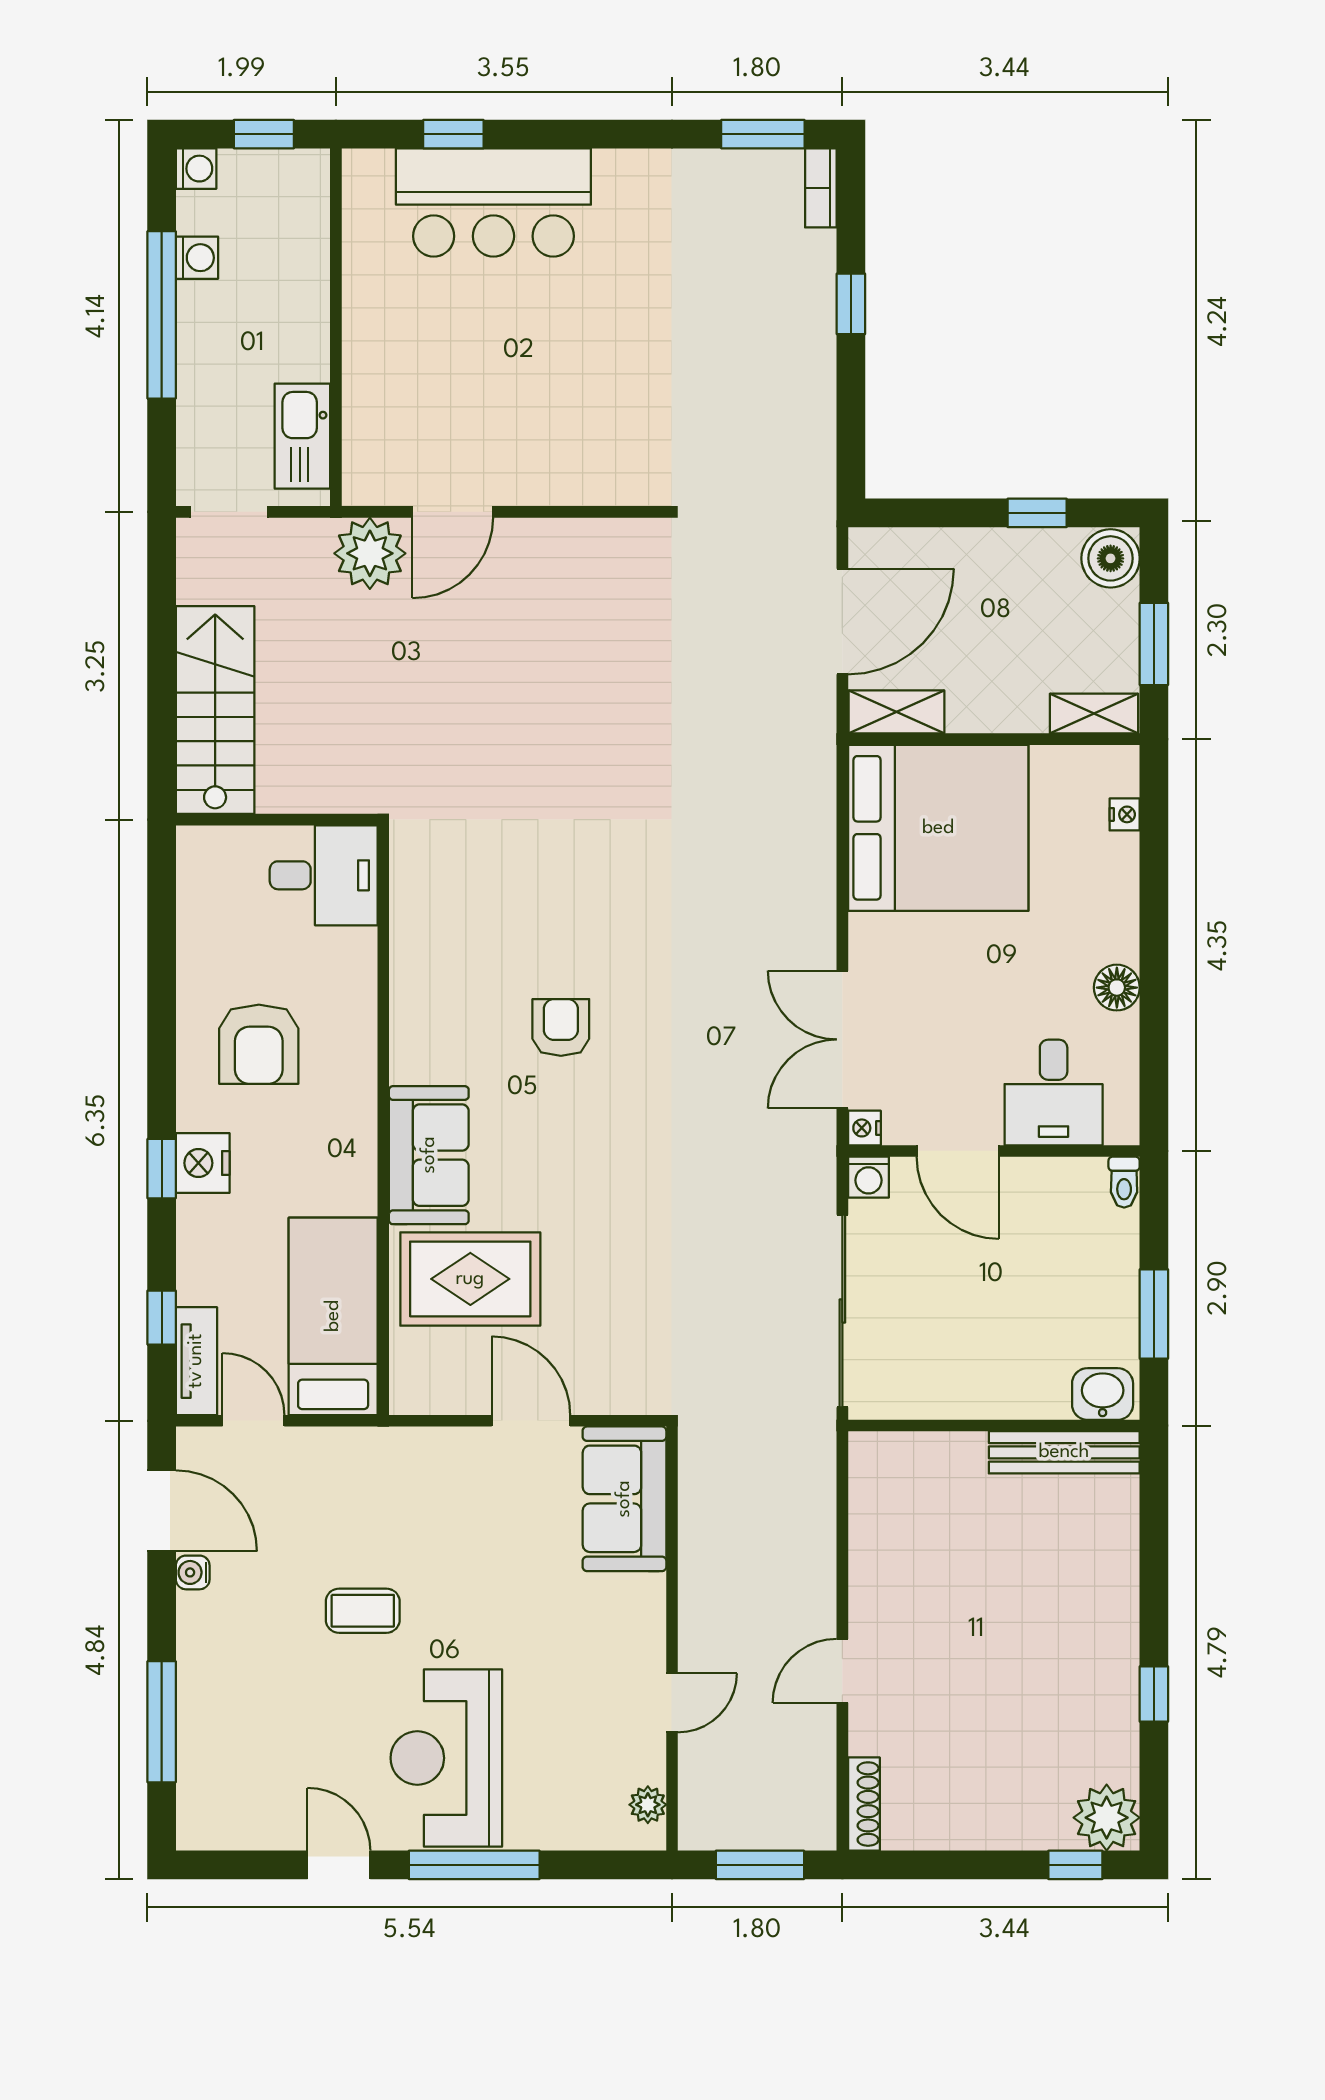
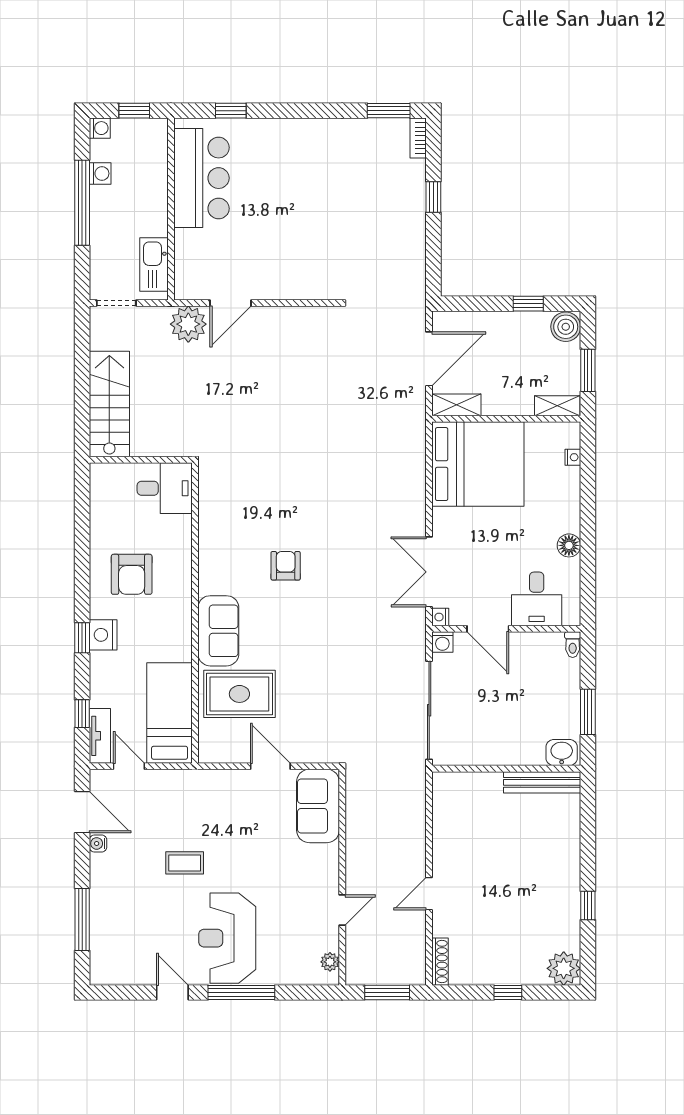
bar counter: (493, 202) -> (201, 178), moved, turned -90
window: (1075, 1865) -> (508, 993), moved

